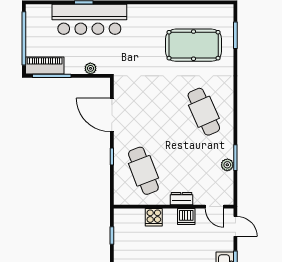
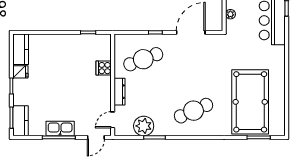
pool table: (194, 45) -> (250, 102), width x1.36, depth x1.32
plant: (227, 165) -> (144, 126), width x1.88, depth x1.88
dresser: (182, 199) -> (120, 92), width x1.44
dishwasher: (186, 216) -> (104, 96), removed

